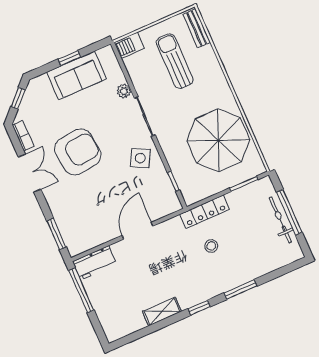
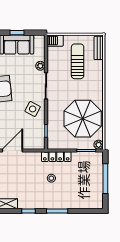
plant: (258, 168) -> (99, 145), added
bicycle: (280, 220) -> (98, 181), removed

